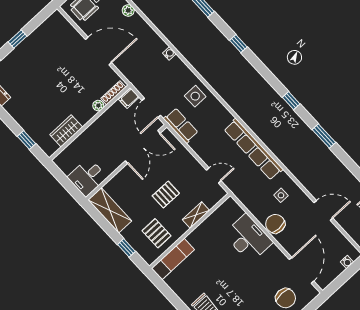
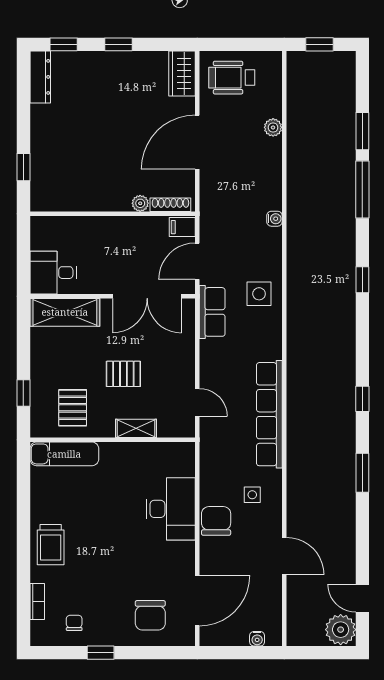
door: (99, 51) -> (197, 142), swing flipped
wardrobe: (66, 131) -> (182, 73), moved, turned -90
shelving: (110, 210) -> (65, 312), moved, turned 90

